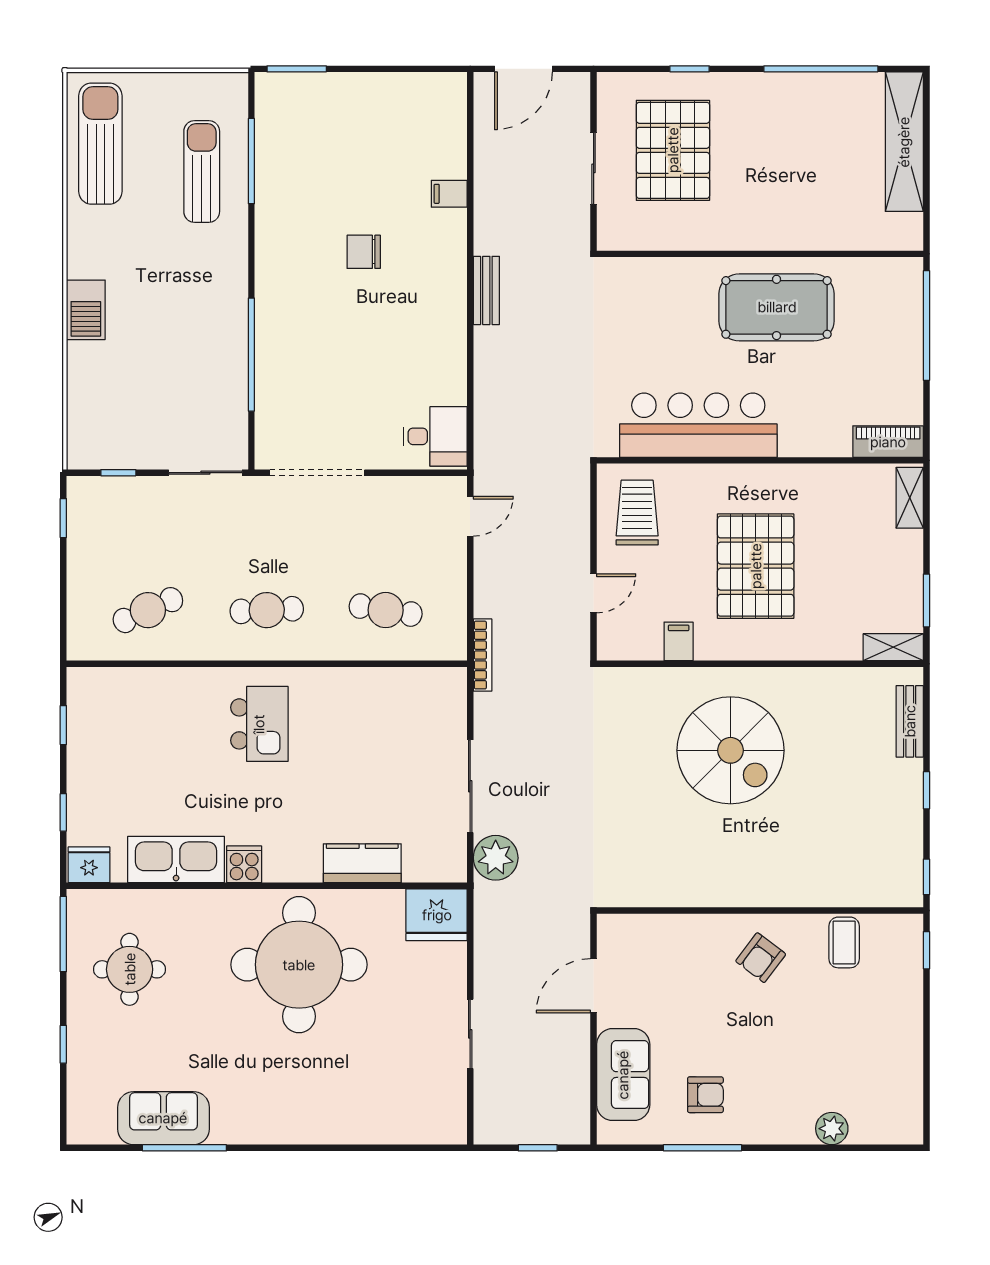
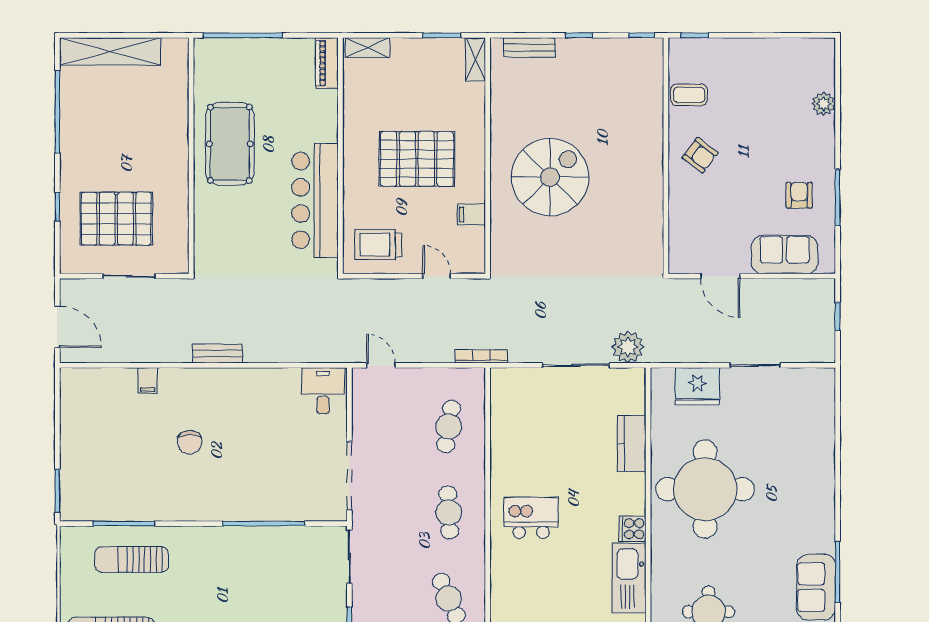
fridge: (437, 915) -> (697, 386), moved, turned 90

